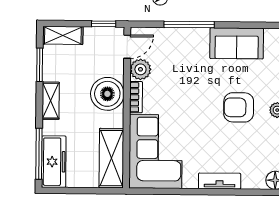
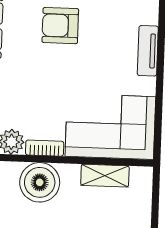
armchair: (239, 107) -> (60, 26), turned 90
shelving: (111, 158) -> (105, 176), width x0.67, depth x0.75

